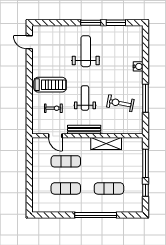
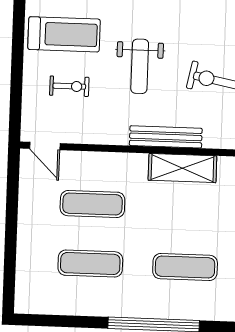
weight bench: (85, 98) -> (140, 66), turned 180
bench: (84, 130) -> (166, 137), moved
door: (55, 136) -> (45, 146), moved

